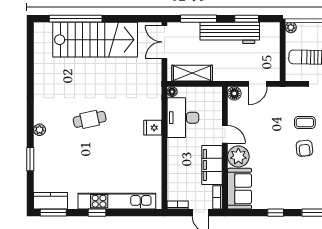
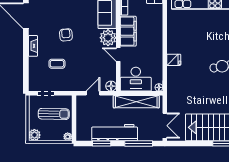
shelving: (192, 73) -> (136, 102), width x1.47
desk: (183, 118) -> (136, 79), moved, turned 90
armchair: (304, 148) -> (66, 35), moved

